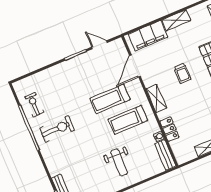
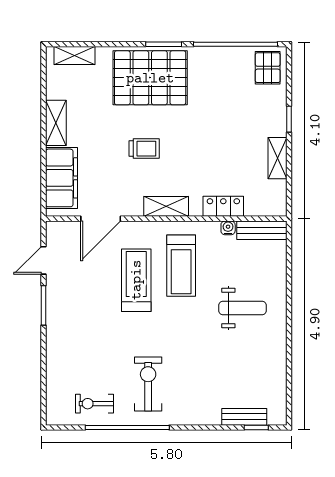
door: (135, 66) -> (101, 219), hinge flipped
treadmill: (110, 99) -> (136, 280), turned 180

